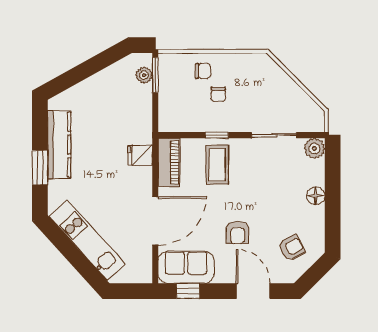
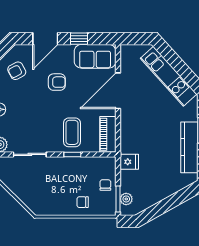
chair: (218, 94) -> (105, 185), moved
fridge: (140, 155) -> (129, 162), moved
armchair: (238, 233) -> (57, 82), turned 90
window: (188, 291) -> (79, 39), moved
door: (253, 291) -> (45, 39), hinge flipped

